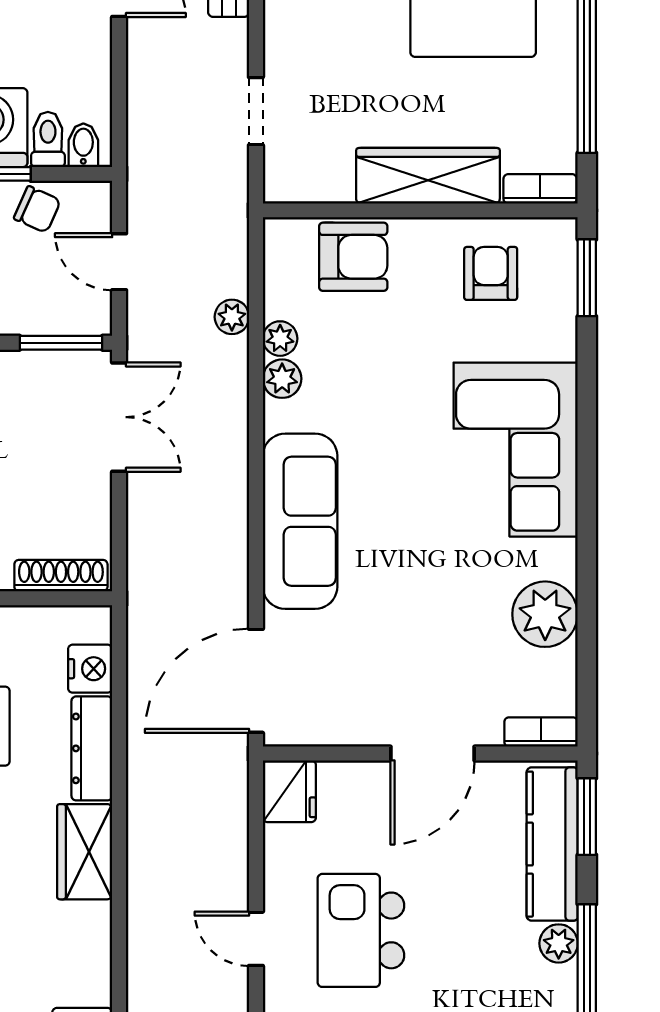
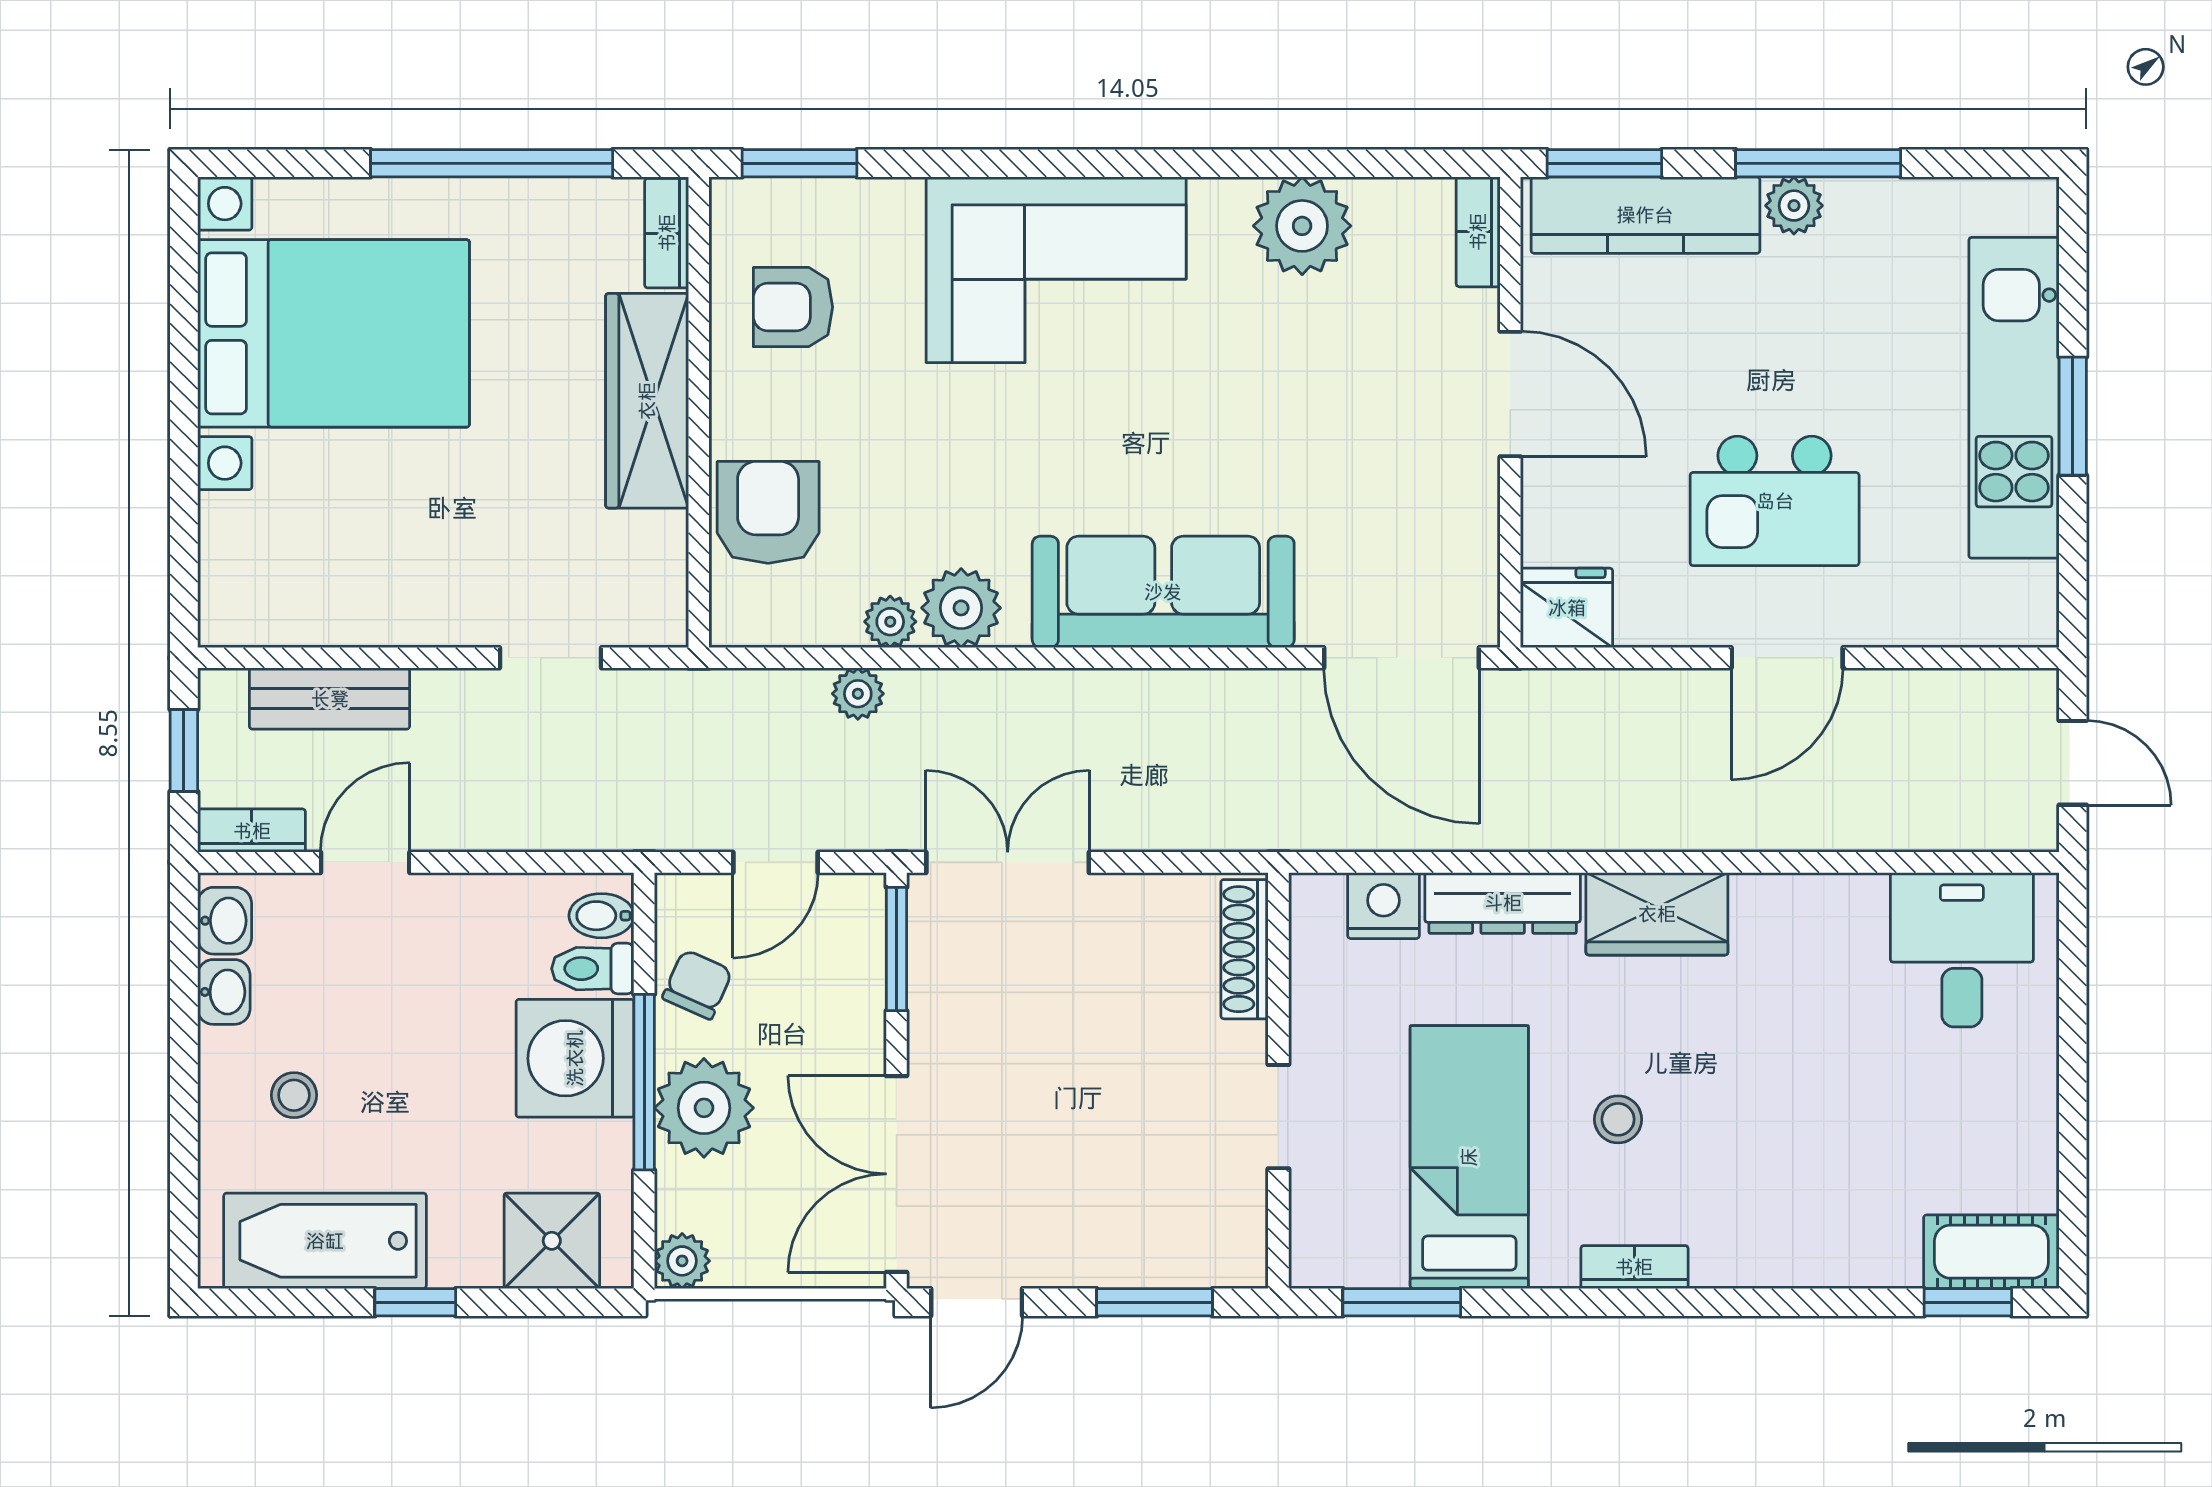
plant: (282, 379) -> (961, 608), width x1.38, depth x1.38
door: (256, 939) -> (1787, 658), width x1.38

